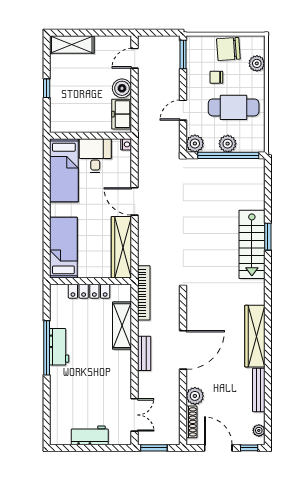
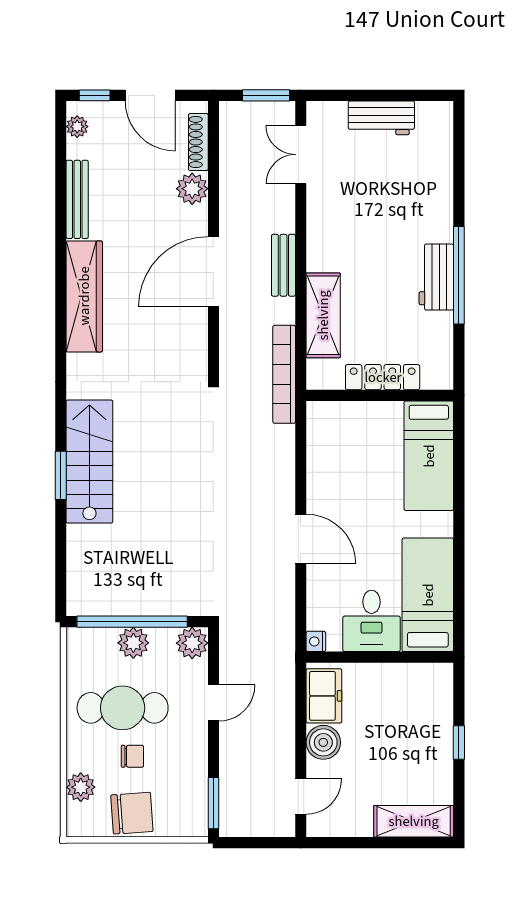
chair: (216, 77) -> (132, 756), moved
wardrobe: (121, 247) -> (324, 456), removed

